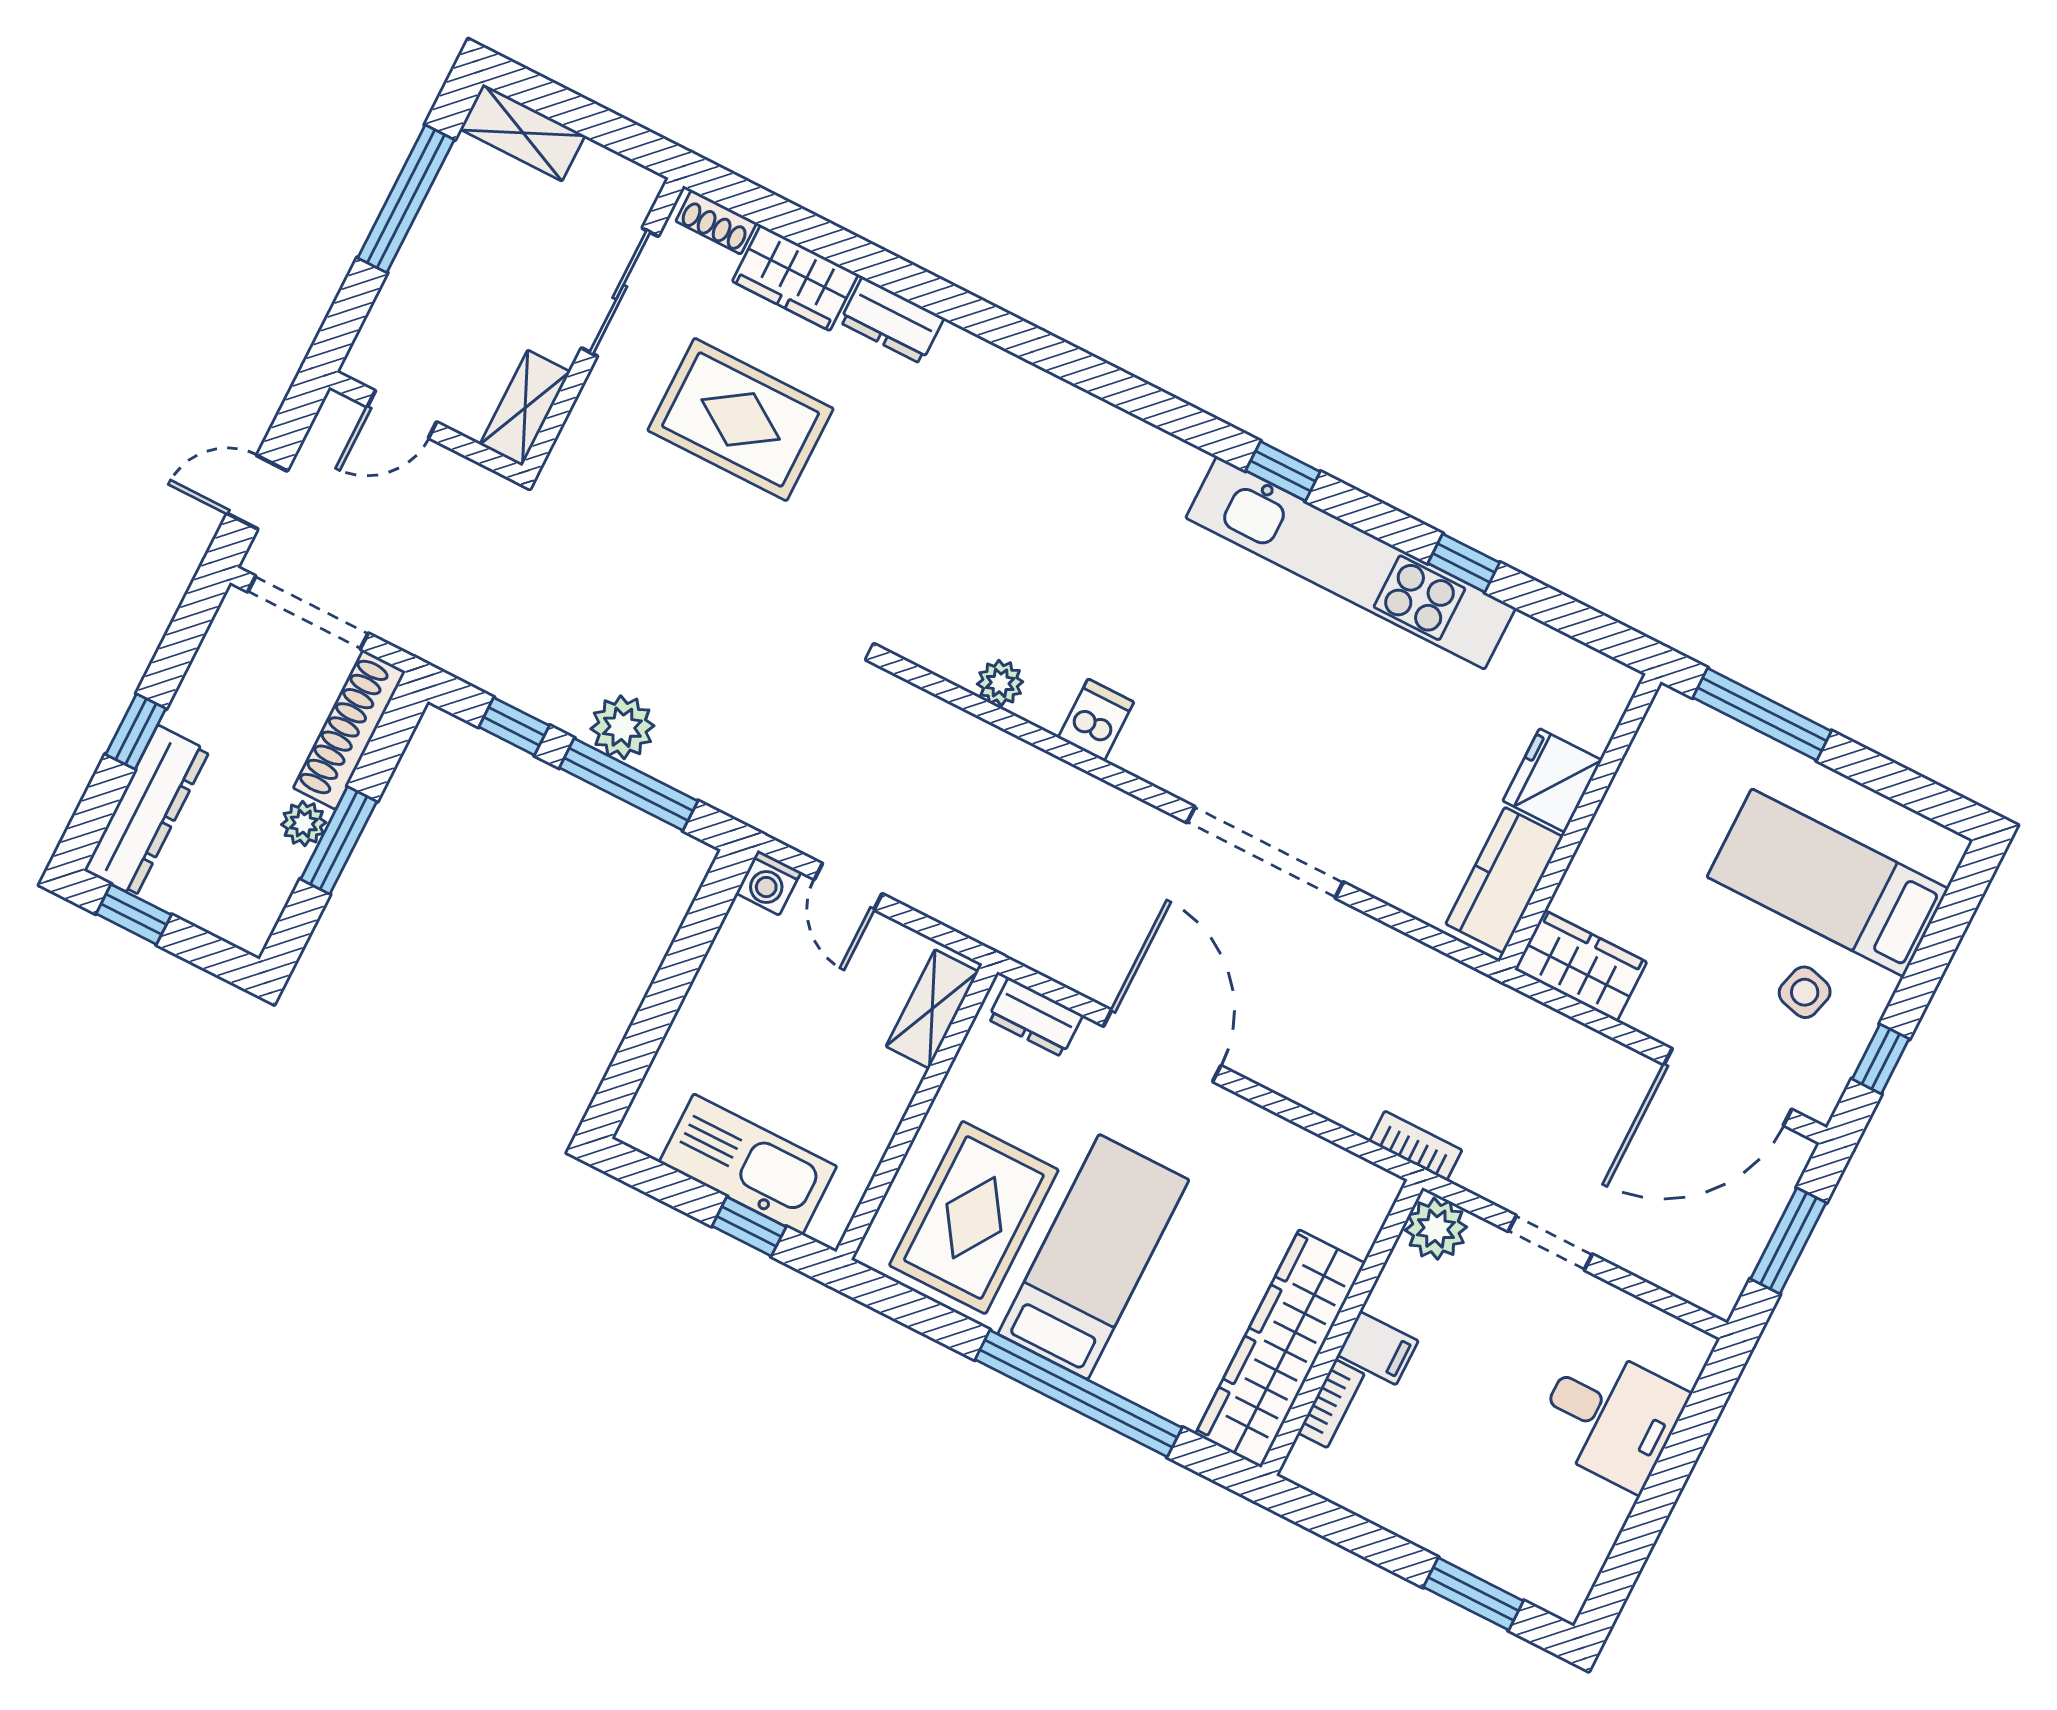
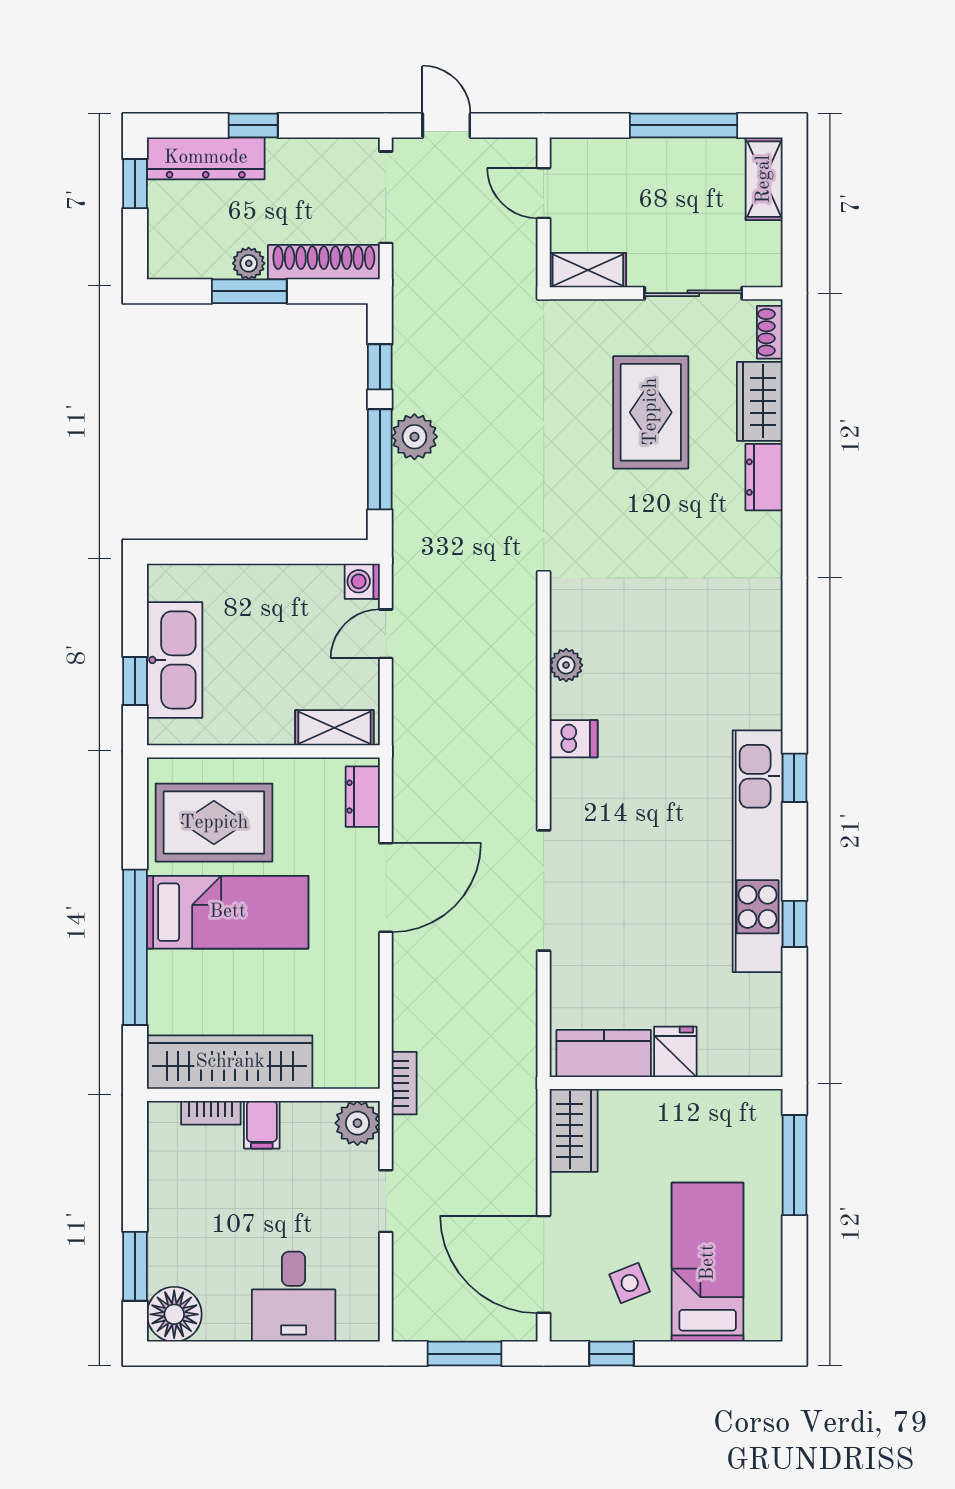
fridge: (1552, 780) -> (675, 1052), width x0.72
side table: (1805, 992) -> (630, 1283), turned -37
floor lamp: (1557, 1575) -> (174, 1314), added

